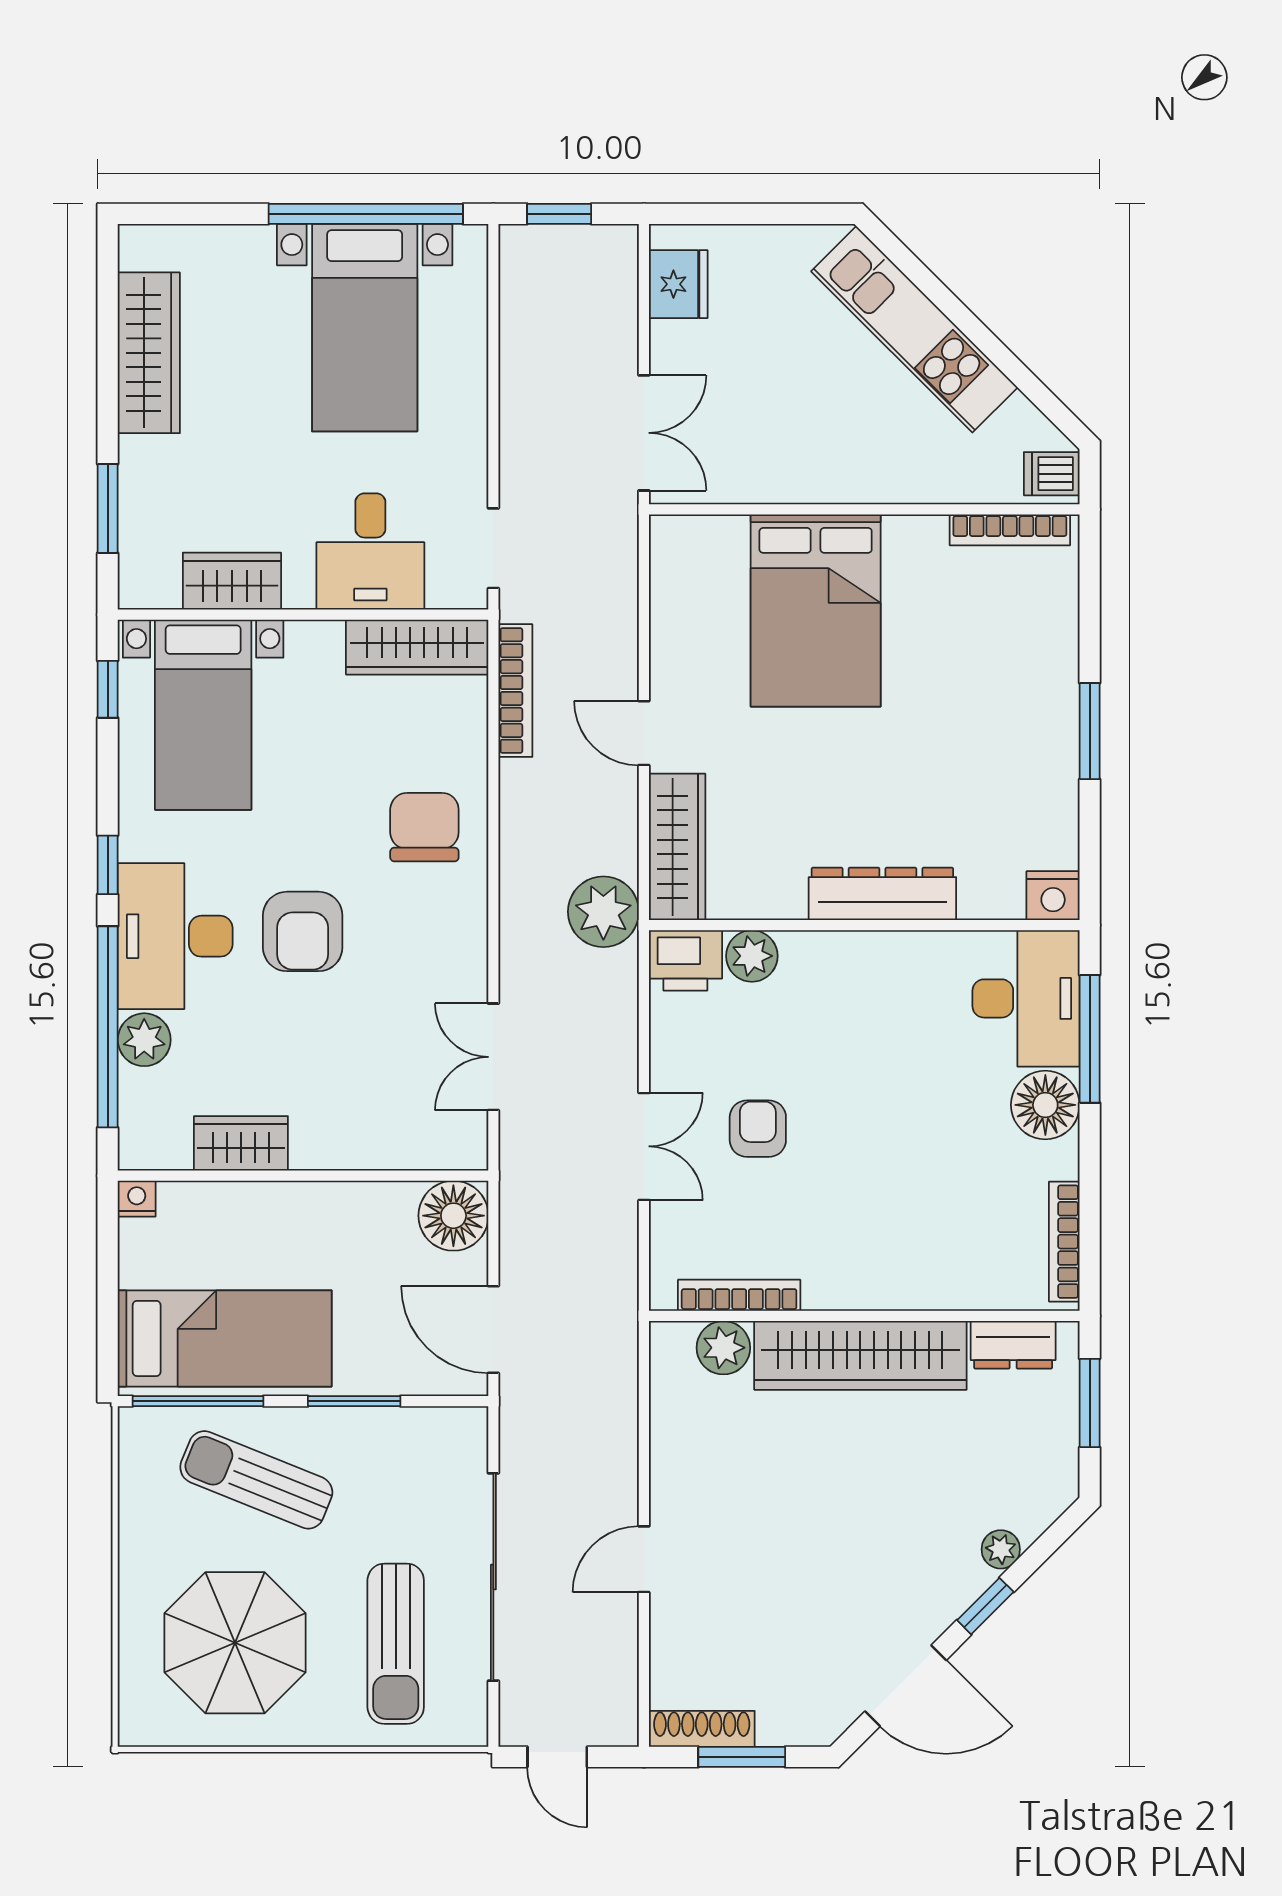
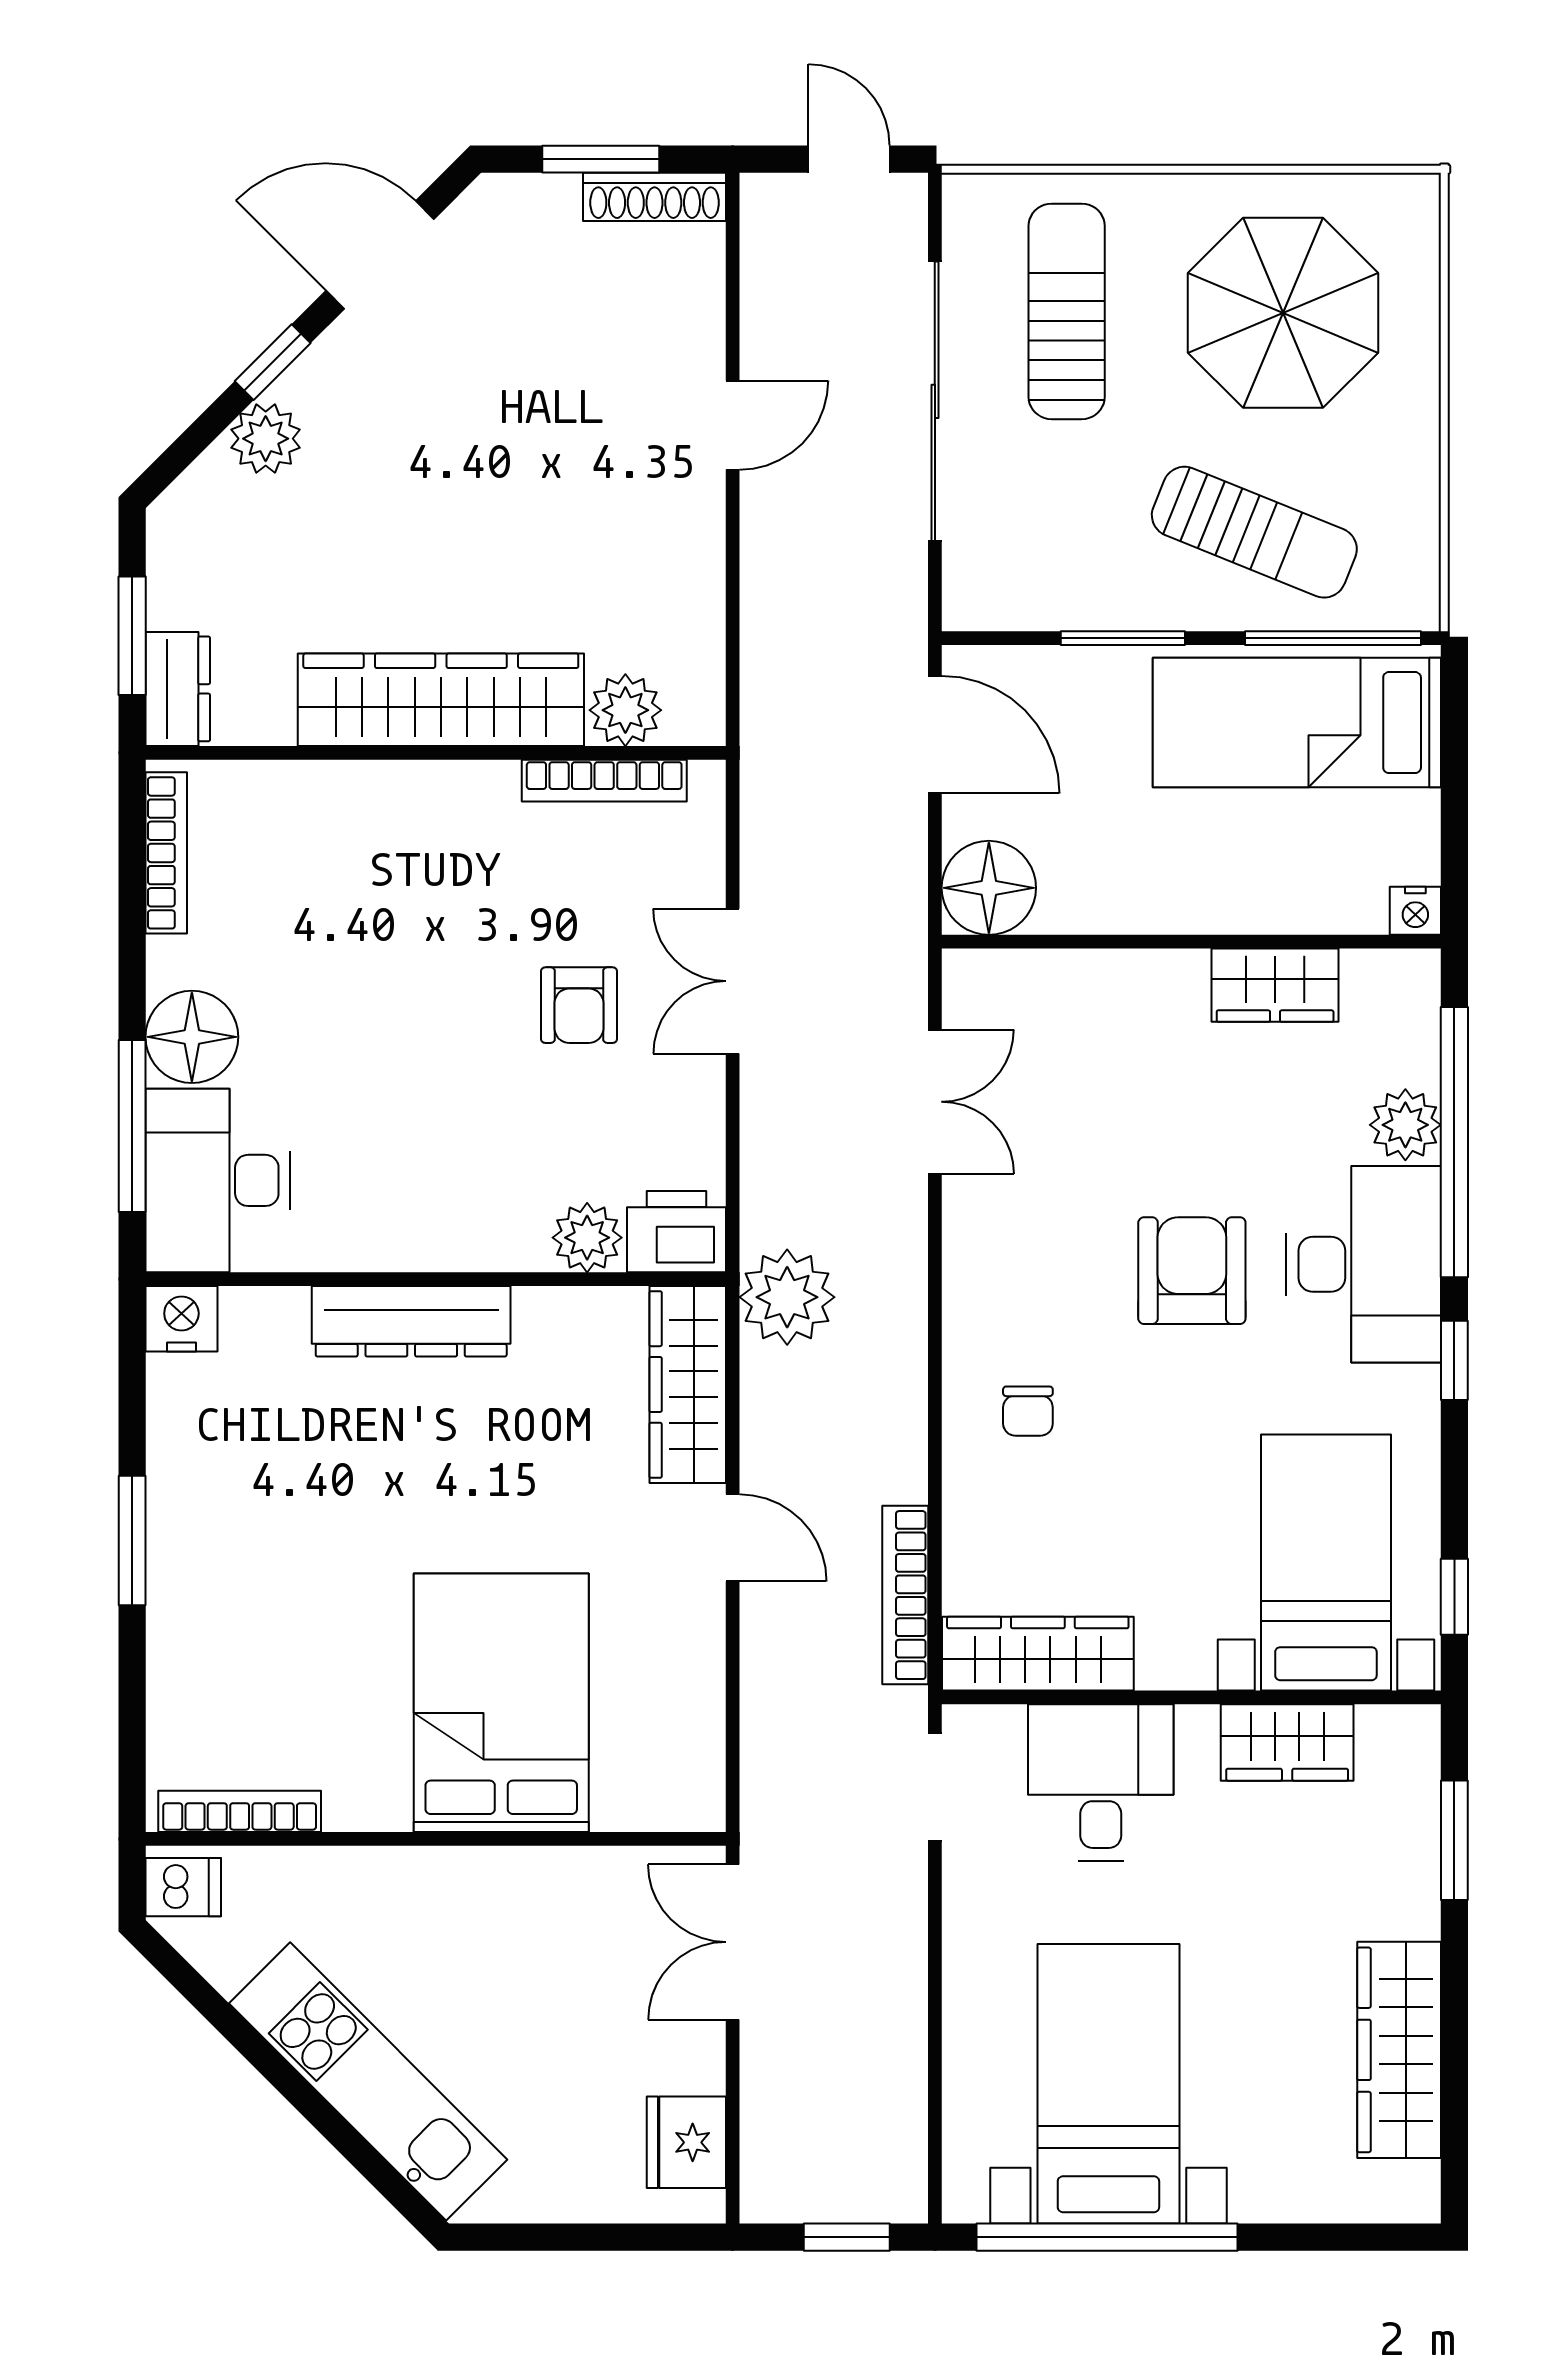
chair: (424, 827) -> (1028, 1411), width x0.54, depth x0.54
dresser: (1013, 1345) -> (178, 689), moved, turned 90
plant: (1001, 1549) -> (266, 439), width x1.38, depth x1.38

